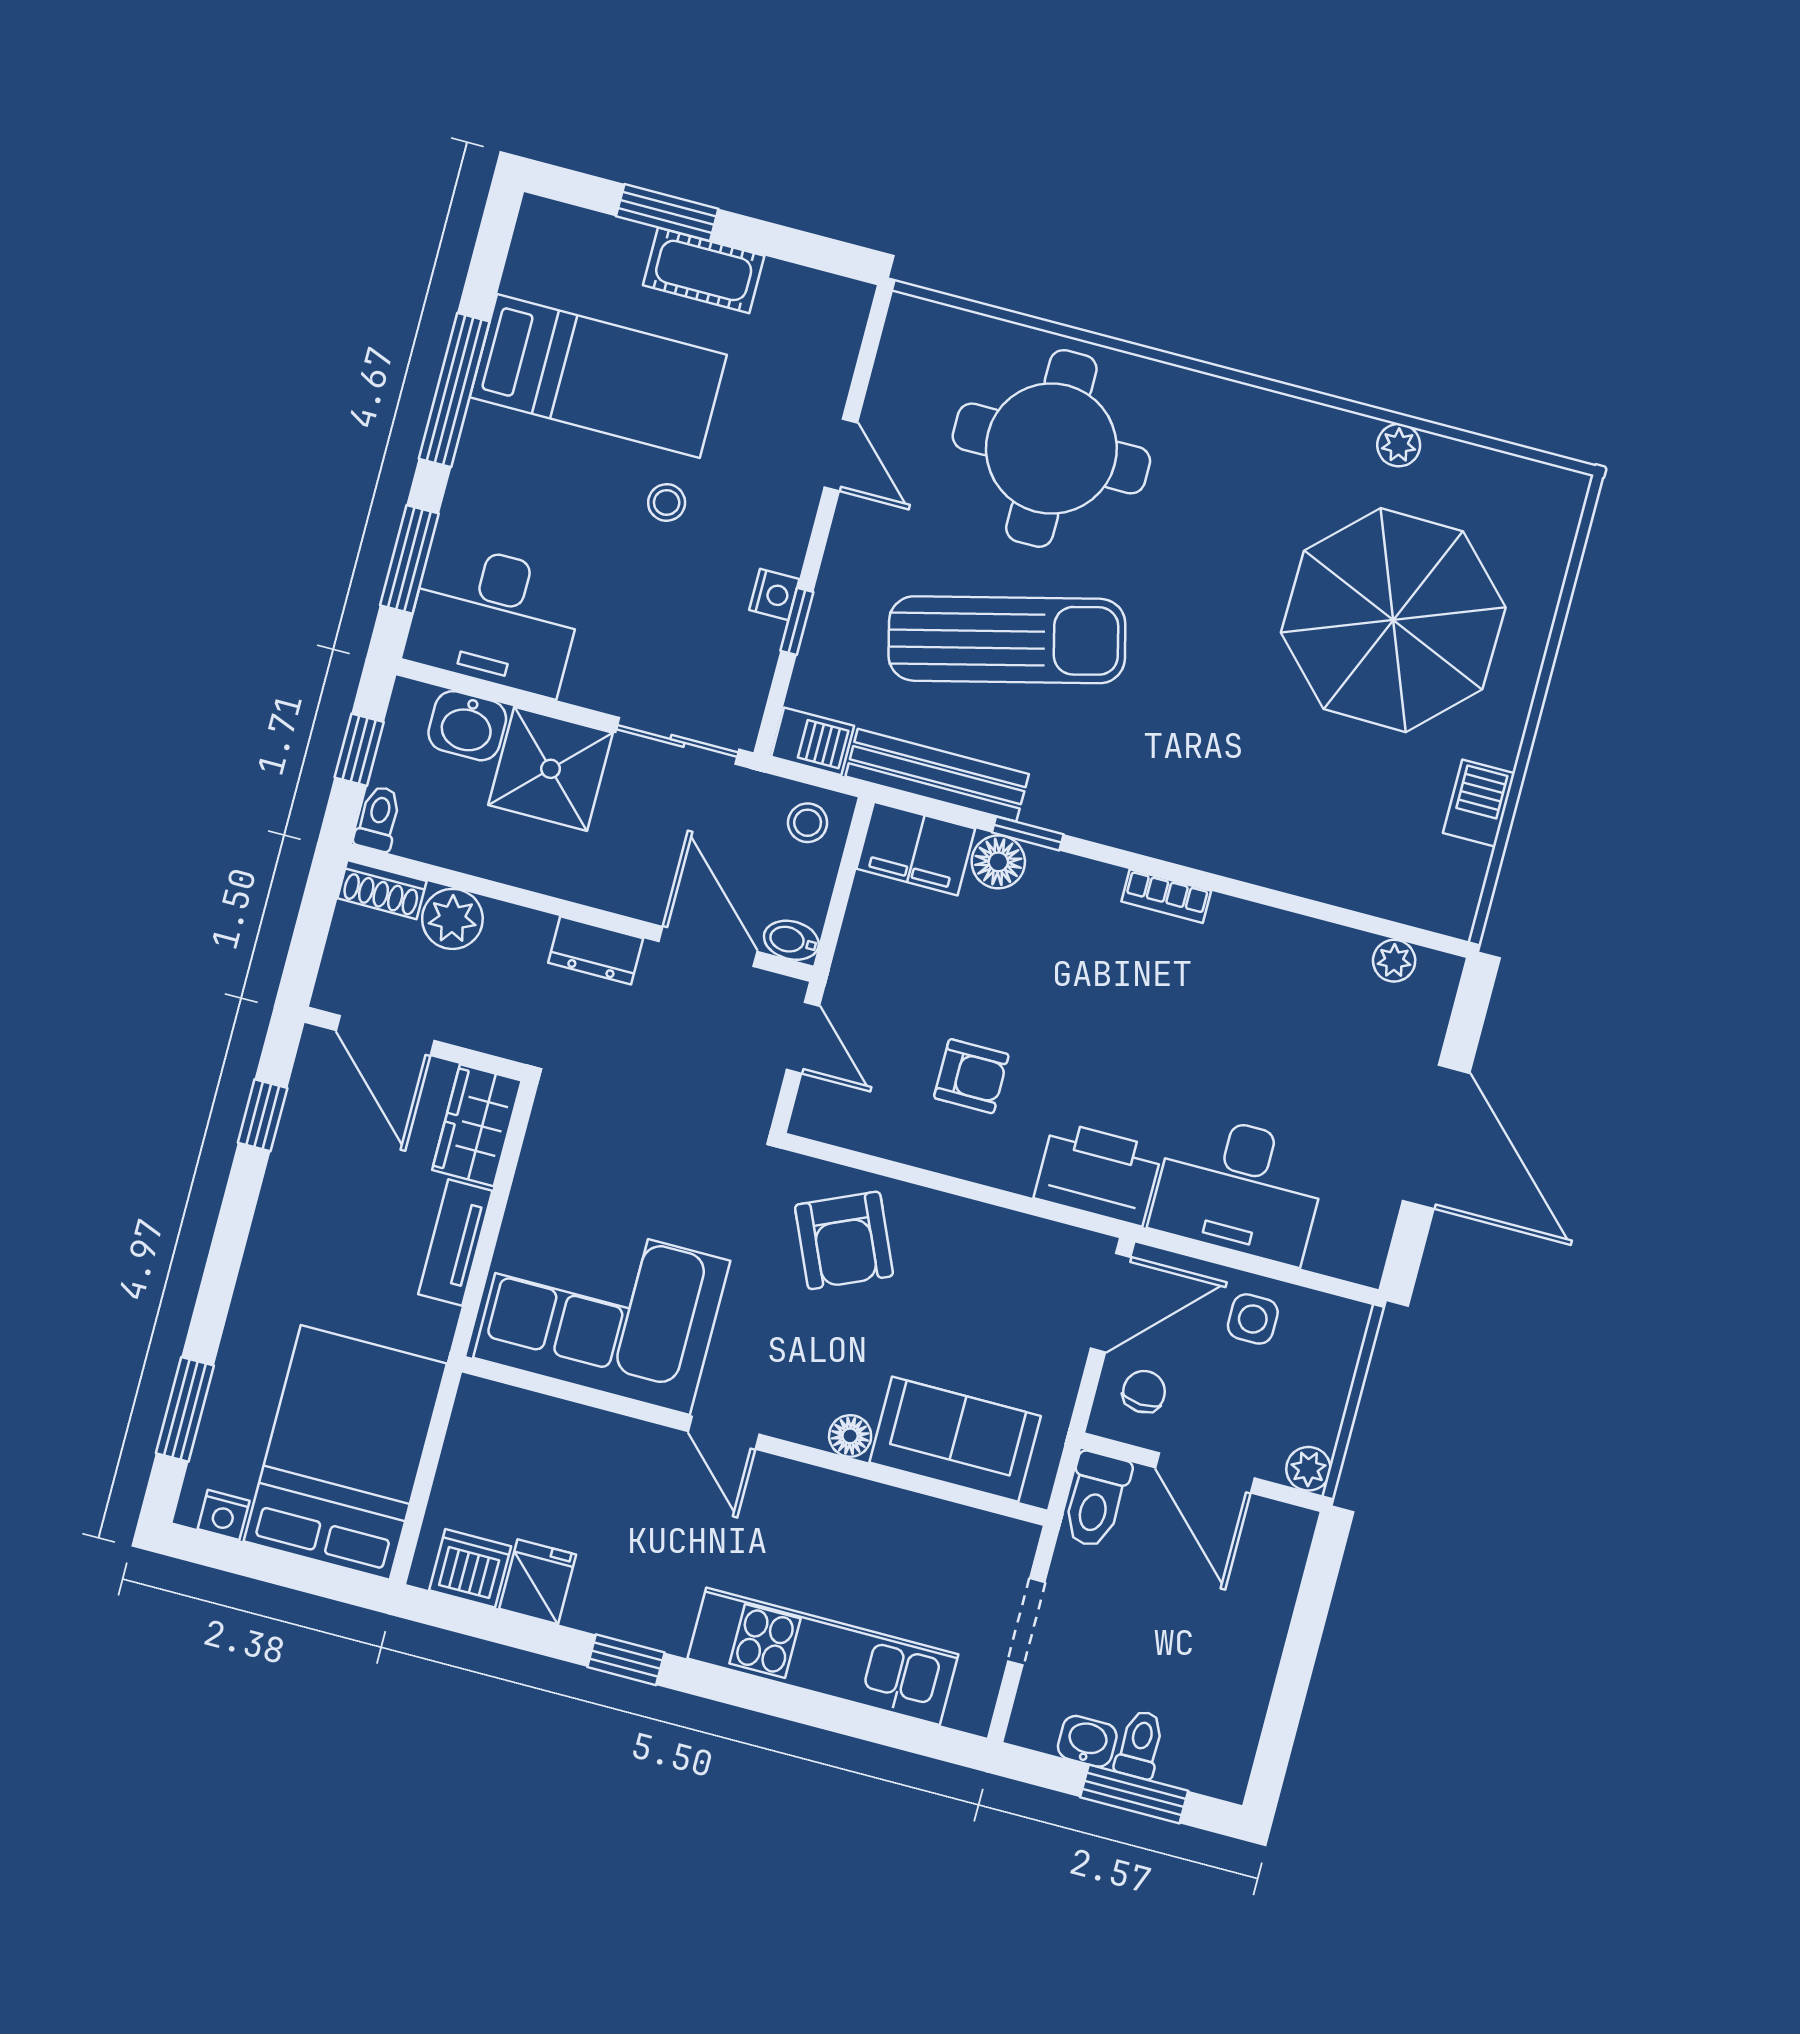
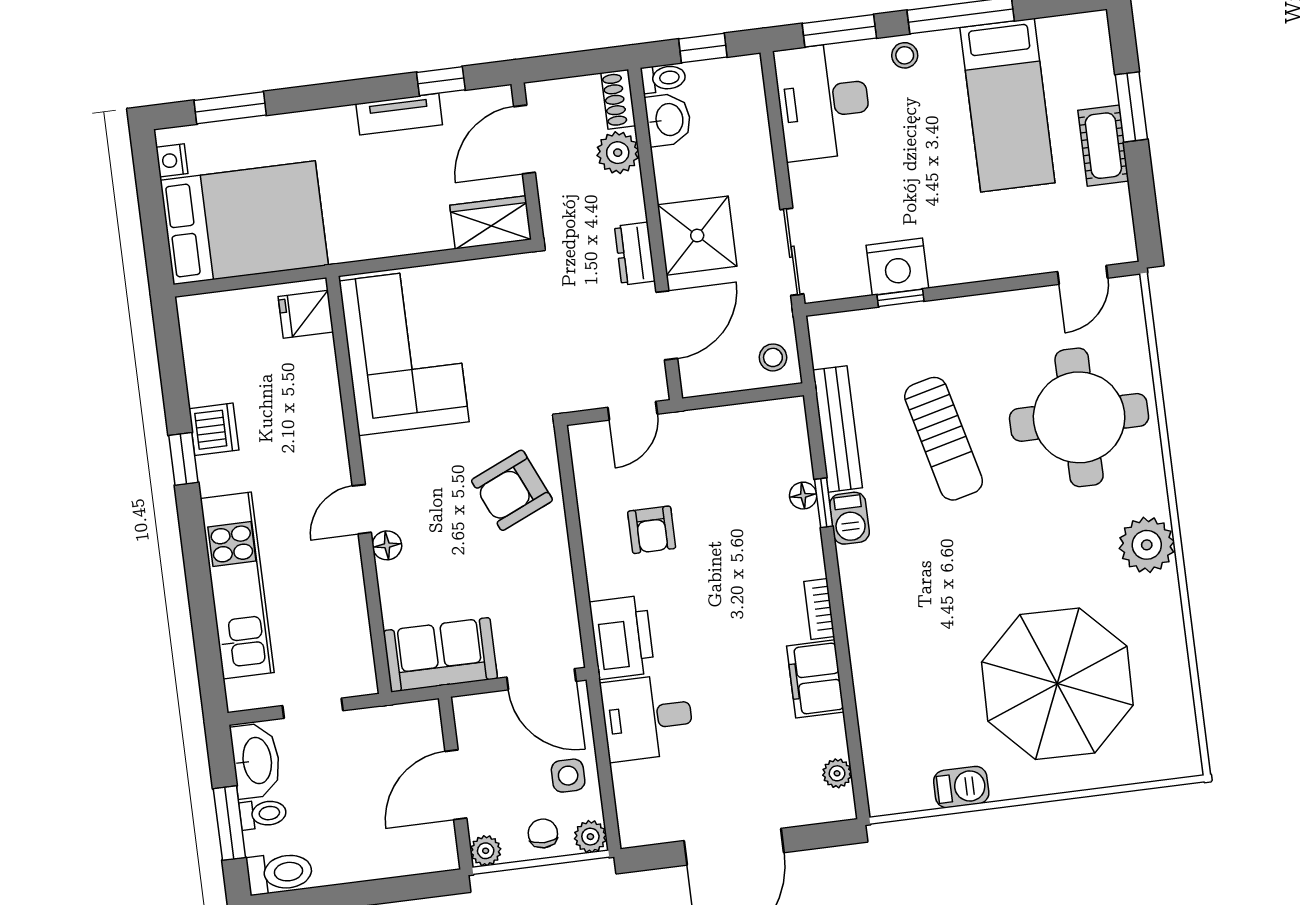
plant: (1399, 445) -> (1147, 545), moved, width x1.88, depth x1.88
door: (841, 455) -> (1083, 275), moved
stool: (667, 503) -> (905, 55), moved
nightstand: (774, 594) -> (897, 267), width x1.89, depth x1.79
sun lounger: (1007, 640) -> (944, 439), width x0.73, depth x0.75
washbasin: (467, 726) -> (668, 120), moved, turned 180
barbecue: (813, 741) -> (850, 518), moved
shower: (551, 769) -> (697, 236), moved
filing cabinet: (916, 849) -> (815, 679), moved
floor lamp: (998, 862) -> (803, 496), width x0.73, depth x0.73
bidet: (791, 940) -> (693, 378), removed
desk: (1239, 1188) -> (647, 718), width x0.73
tv unit: (455, 1243) -> (399, 114), moved, turned 180
plant: (1346, 1322) -> (590, 837), added
chair: (1144, 1392) -> (543, 833), moved, turned -93
door: (724, 1433) -> (362, 509), moved
sofa: (955, 1439) -> (440, 655), moved, turned -90
toilet: (1096, 1500) -> (280, 873), moved, turned 180
dishwasher: (470, 1568) -> (214, 429), moved
fridge: (538, 1582) -> (306, 314), moved, turned 180
washbasin: (1087, 1741) -> (256, 761), width x1.91, depth x1.45

